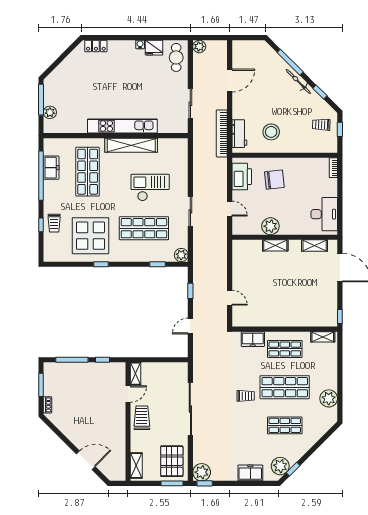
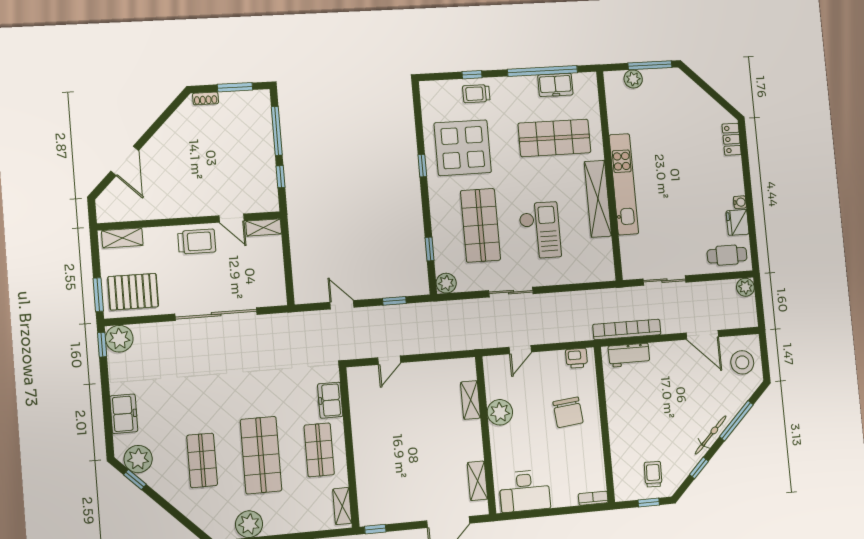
stool: (271, 132) -> (742, 362), moved
printer: (242, 177) -> (577, 358), width x0.53, depth x0.68
shelving: (275, 245) -> (471, 400), moved
trolley: (246, 396) -> (243, 397), removed

